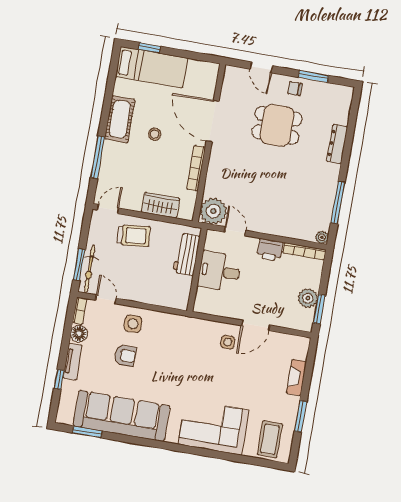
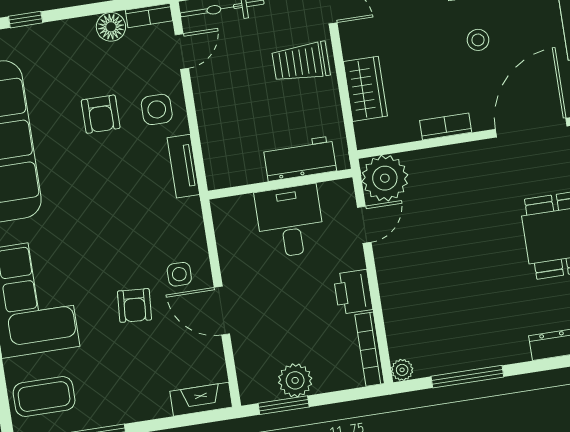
bookcase: (196, 168) -> (446, 126), width x0.64
trolley: (134, 236) -> (301, 62), turned 96
tv unit: (72, 362) -> (183, 166), moved, turned 90
armchair: (237, 373) -> (135, 305), added
fireplace: (296, 377) -> (201, 399), moved

